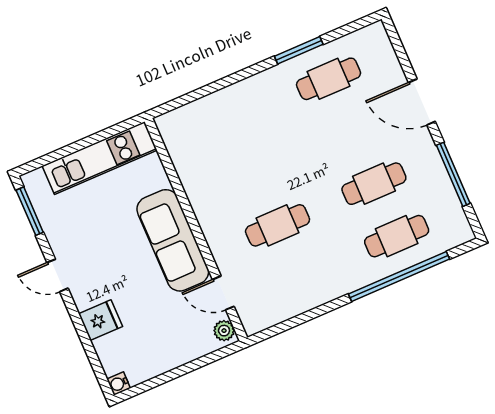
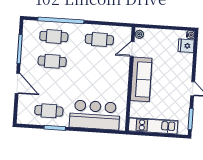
bar counter: (230, 119) -> (95, 115), added
cafe table: (278, 225) -> (99, 40), moved
door: (223, 293) -> (132, 49), swing flipped
fridge: (101, 320) -> (186, 46), moved

